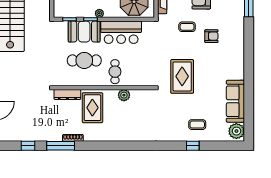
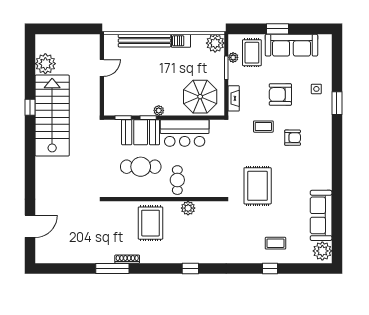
dresser: (67, 94) -> (121, 207), removed
window: (28, 146) -> (190, 268), moved

